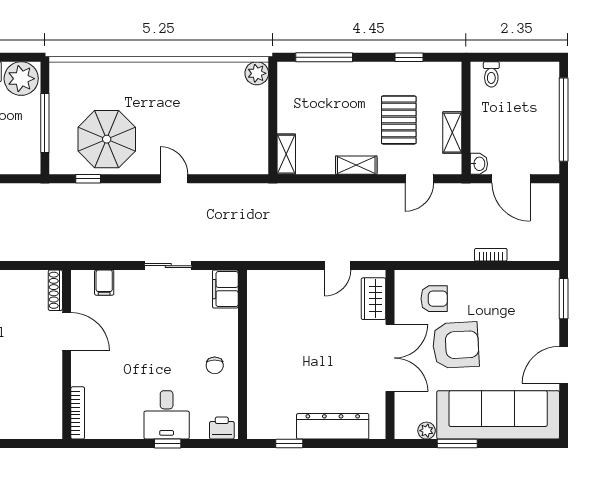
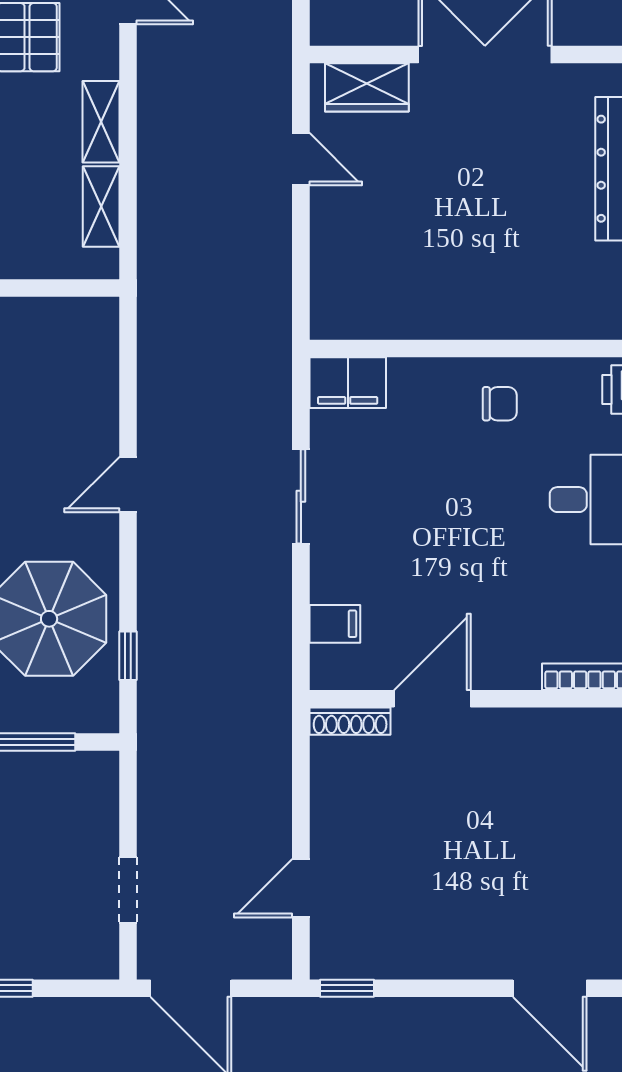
shelving: (286, 154) -> (101, 206), moved, turned 90

